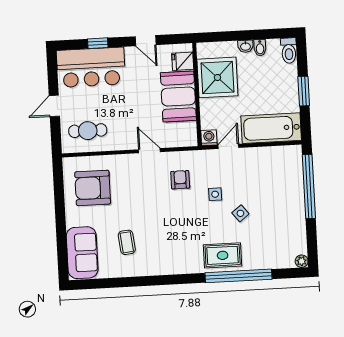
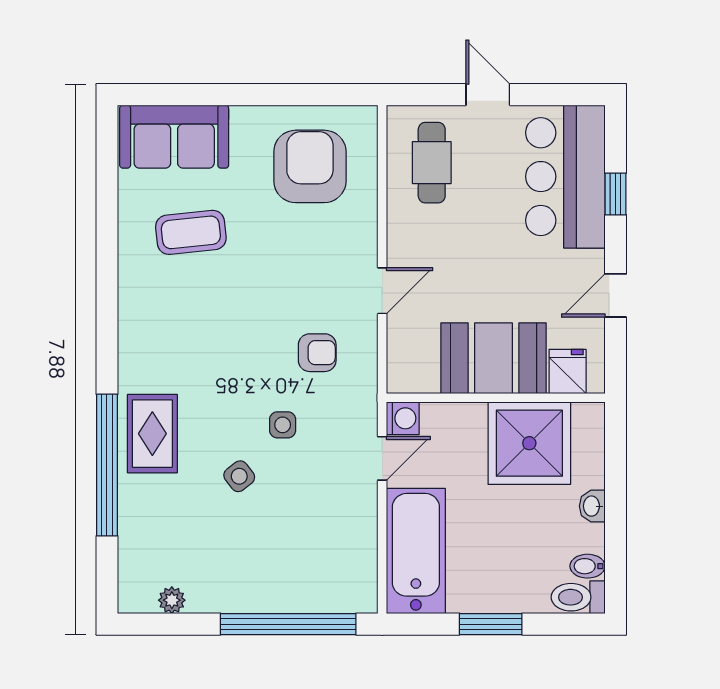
bidet: (260, 48) -> (587, 566), moved
door: (228, 146) -> (382, 458), hinge flipped
coffee table: (127, 242) -> (191, 232), width x1.36, depth x1.30
plant: (302, 261) -> (172, 600), moved

